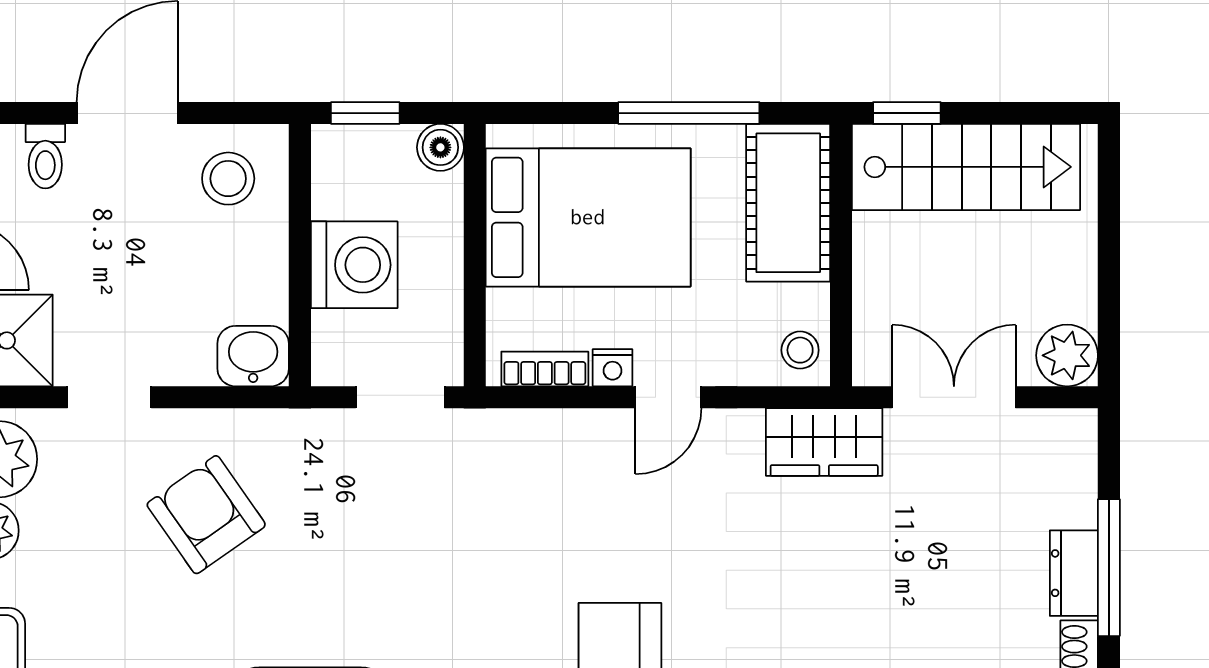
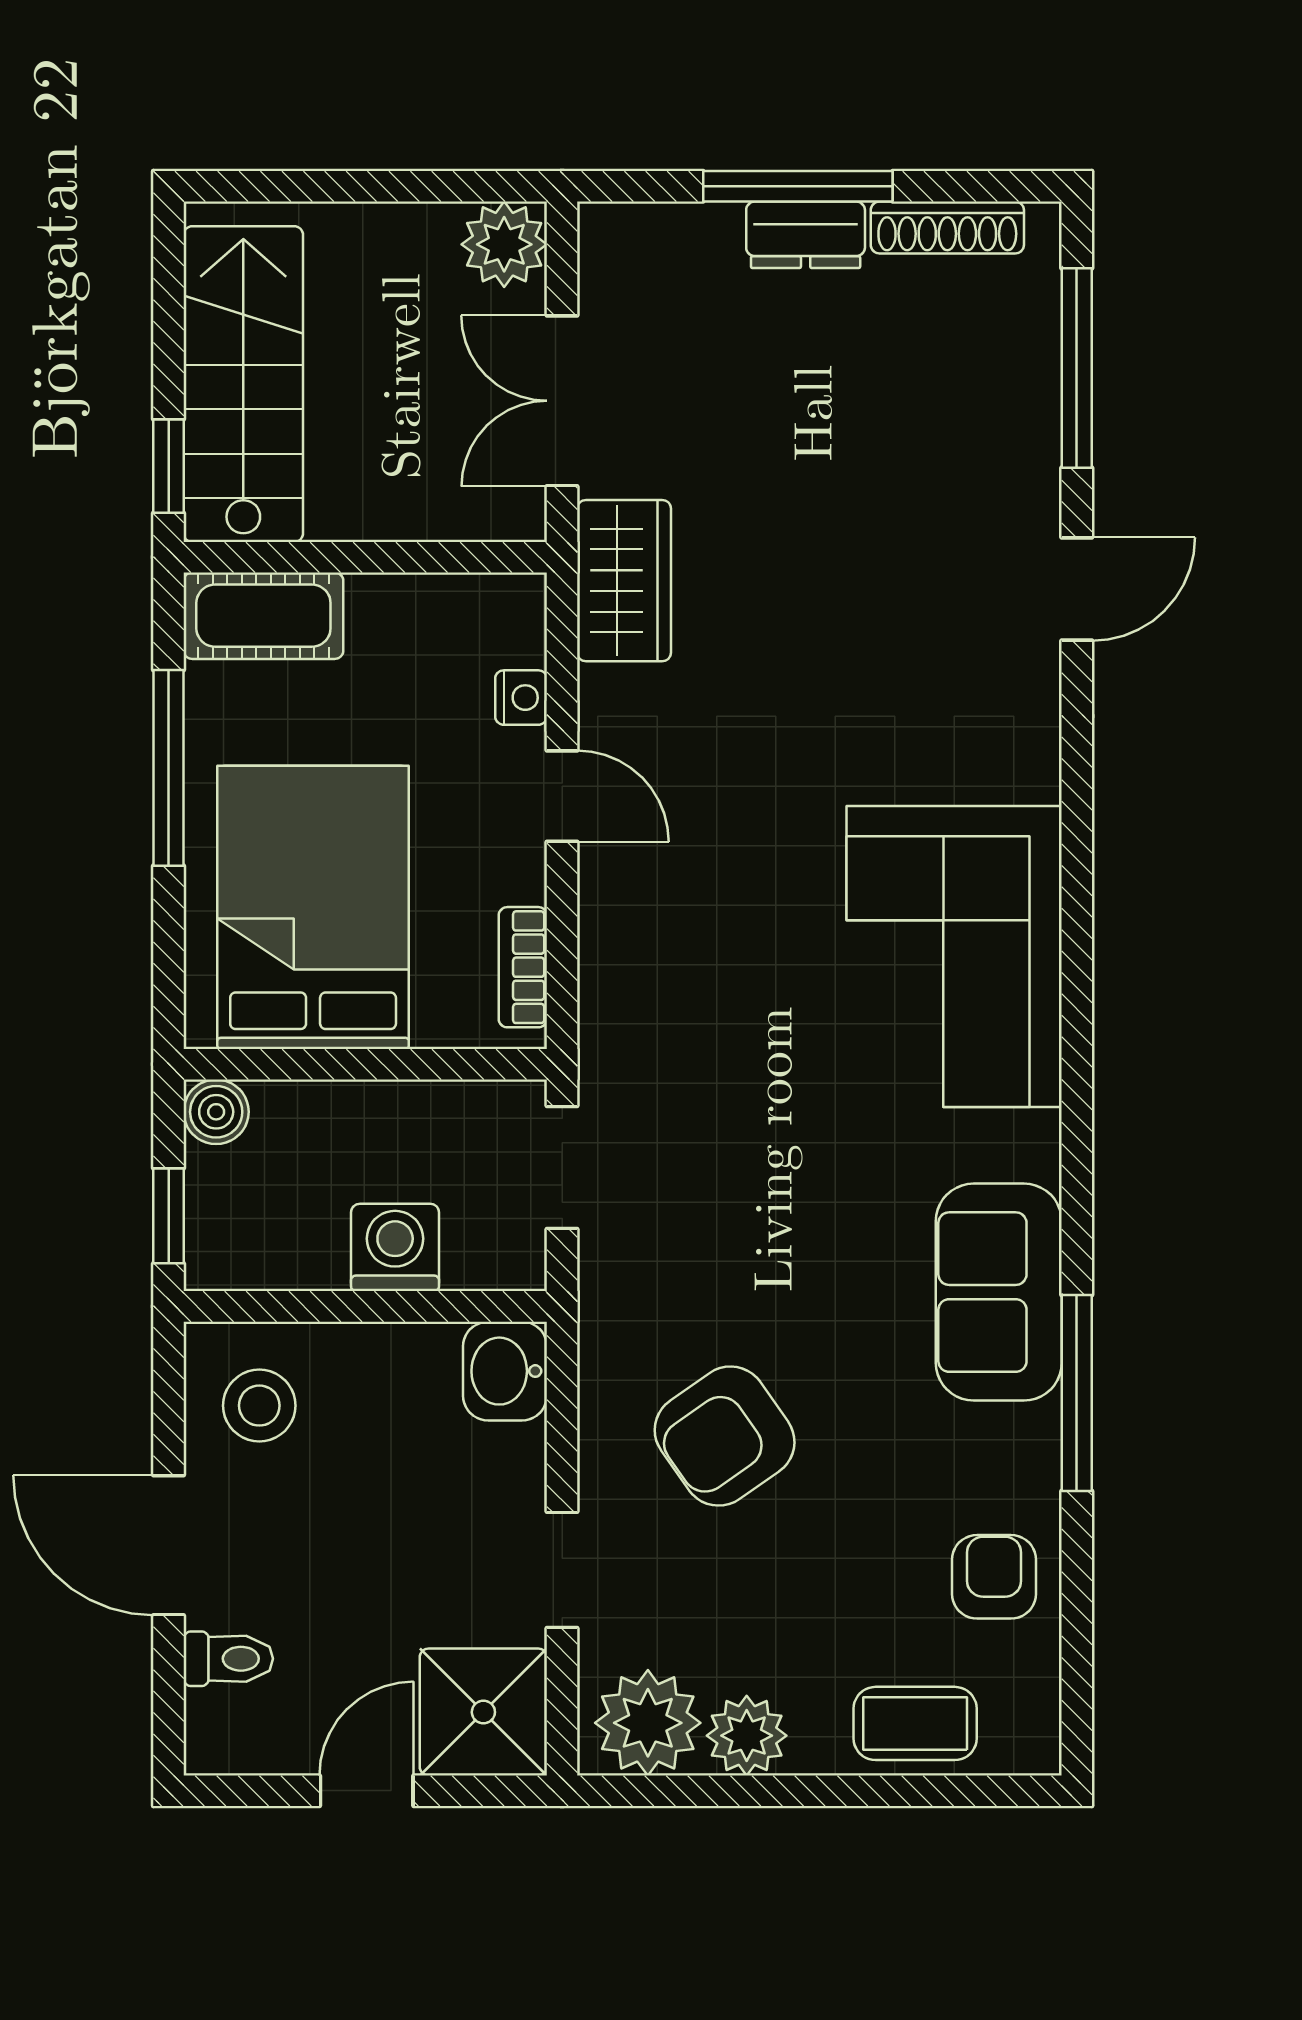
cot: (788, 203) -> (263, 616), width x0.73, depth x0.75
washing machine: (354, 265) -> (395, 1247), width x0.73, depth x0.73
stool: (800, 350) -> (497, 614), removed
nightstand: (613, 368) -> (521, 698), moved

